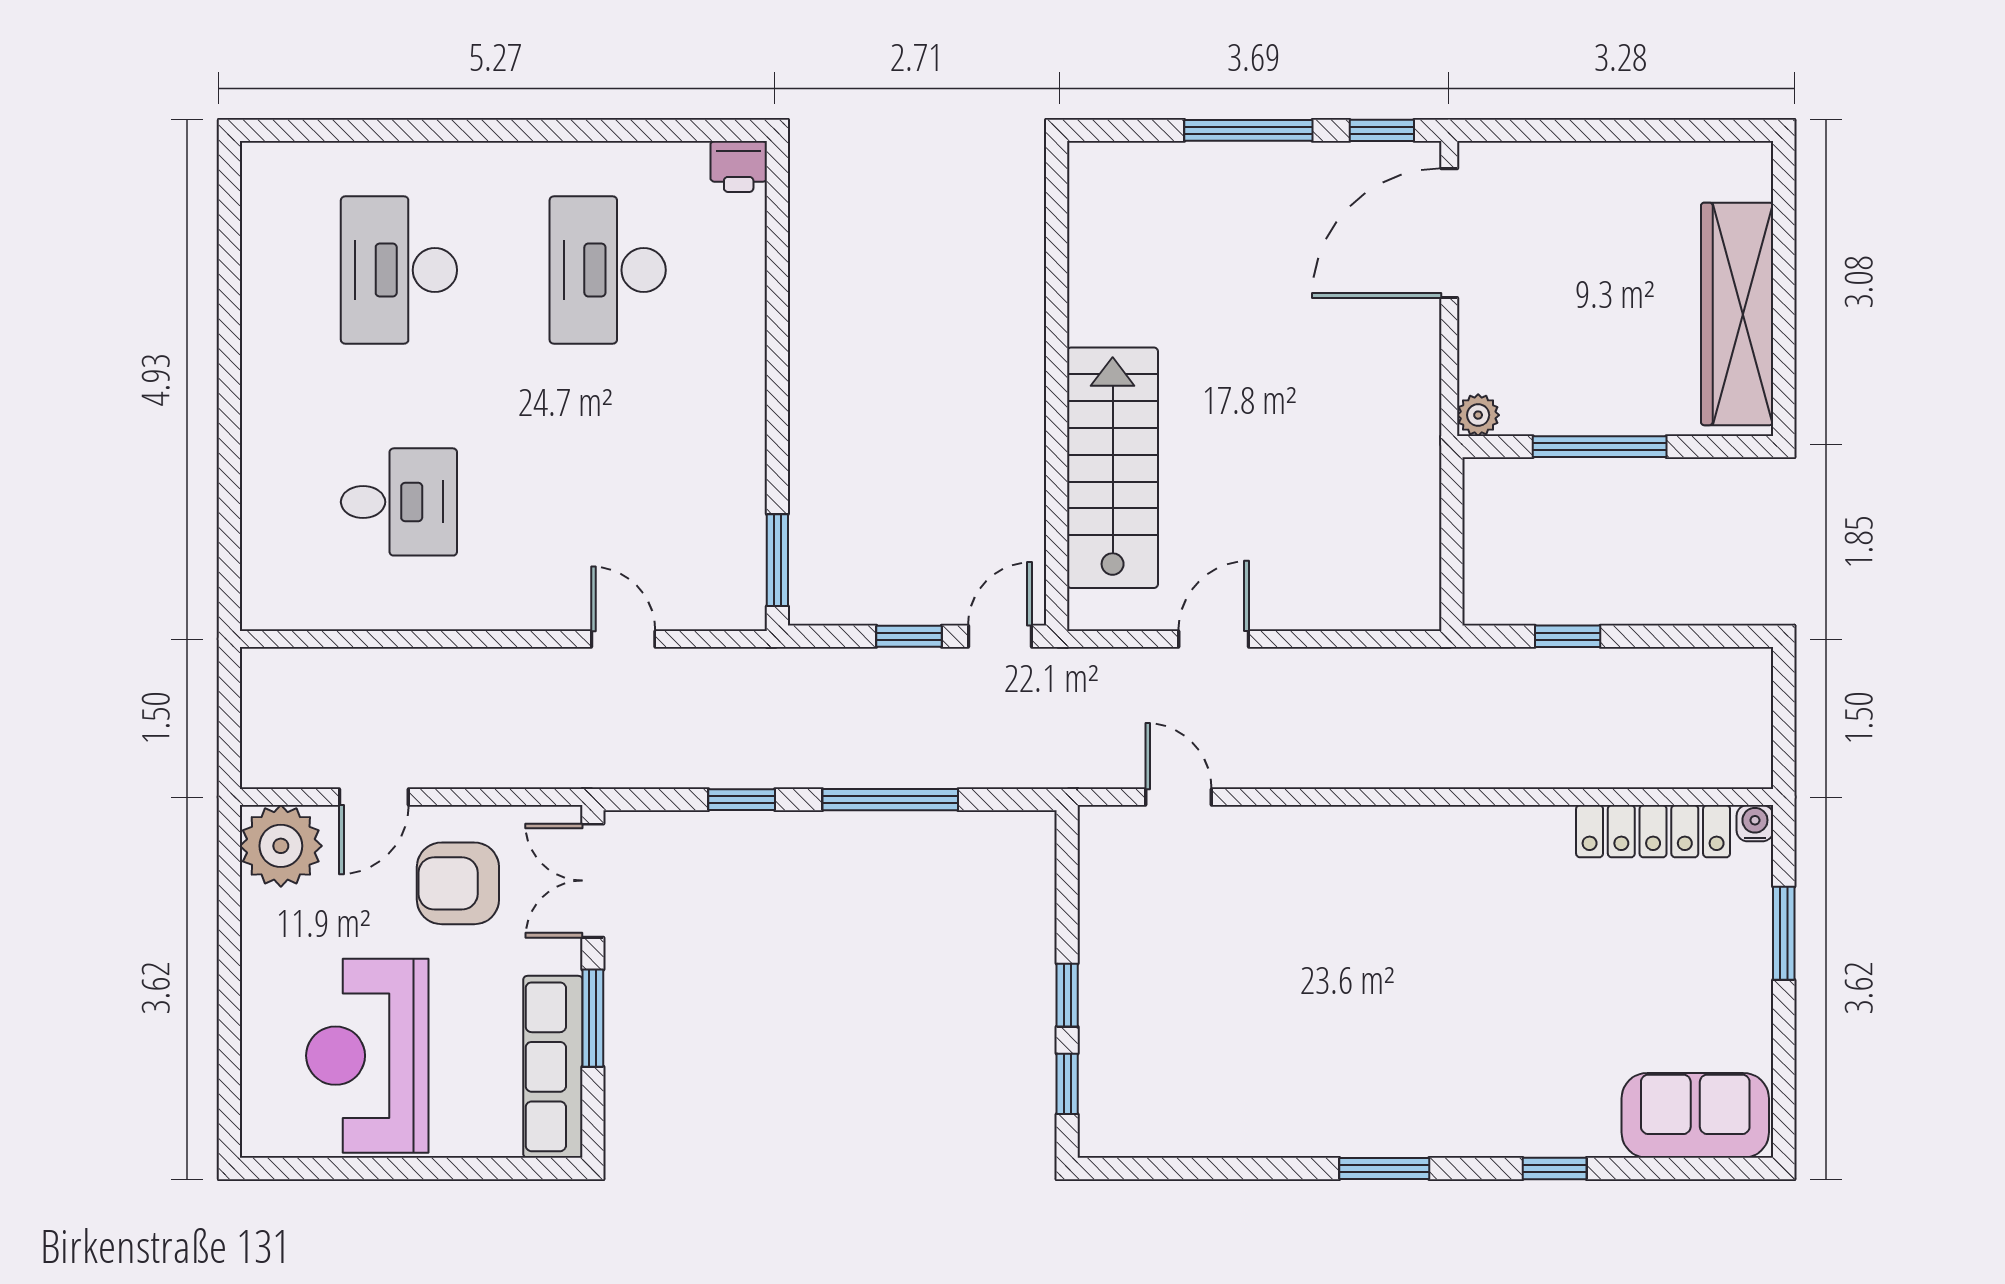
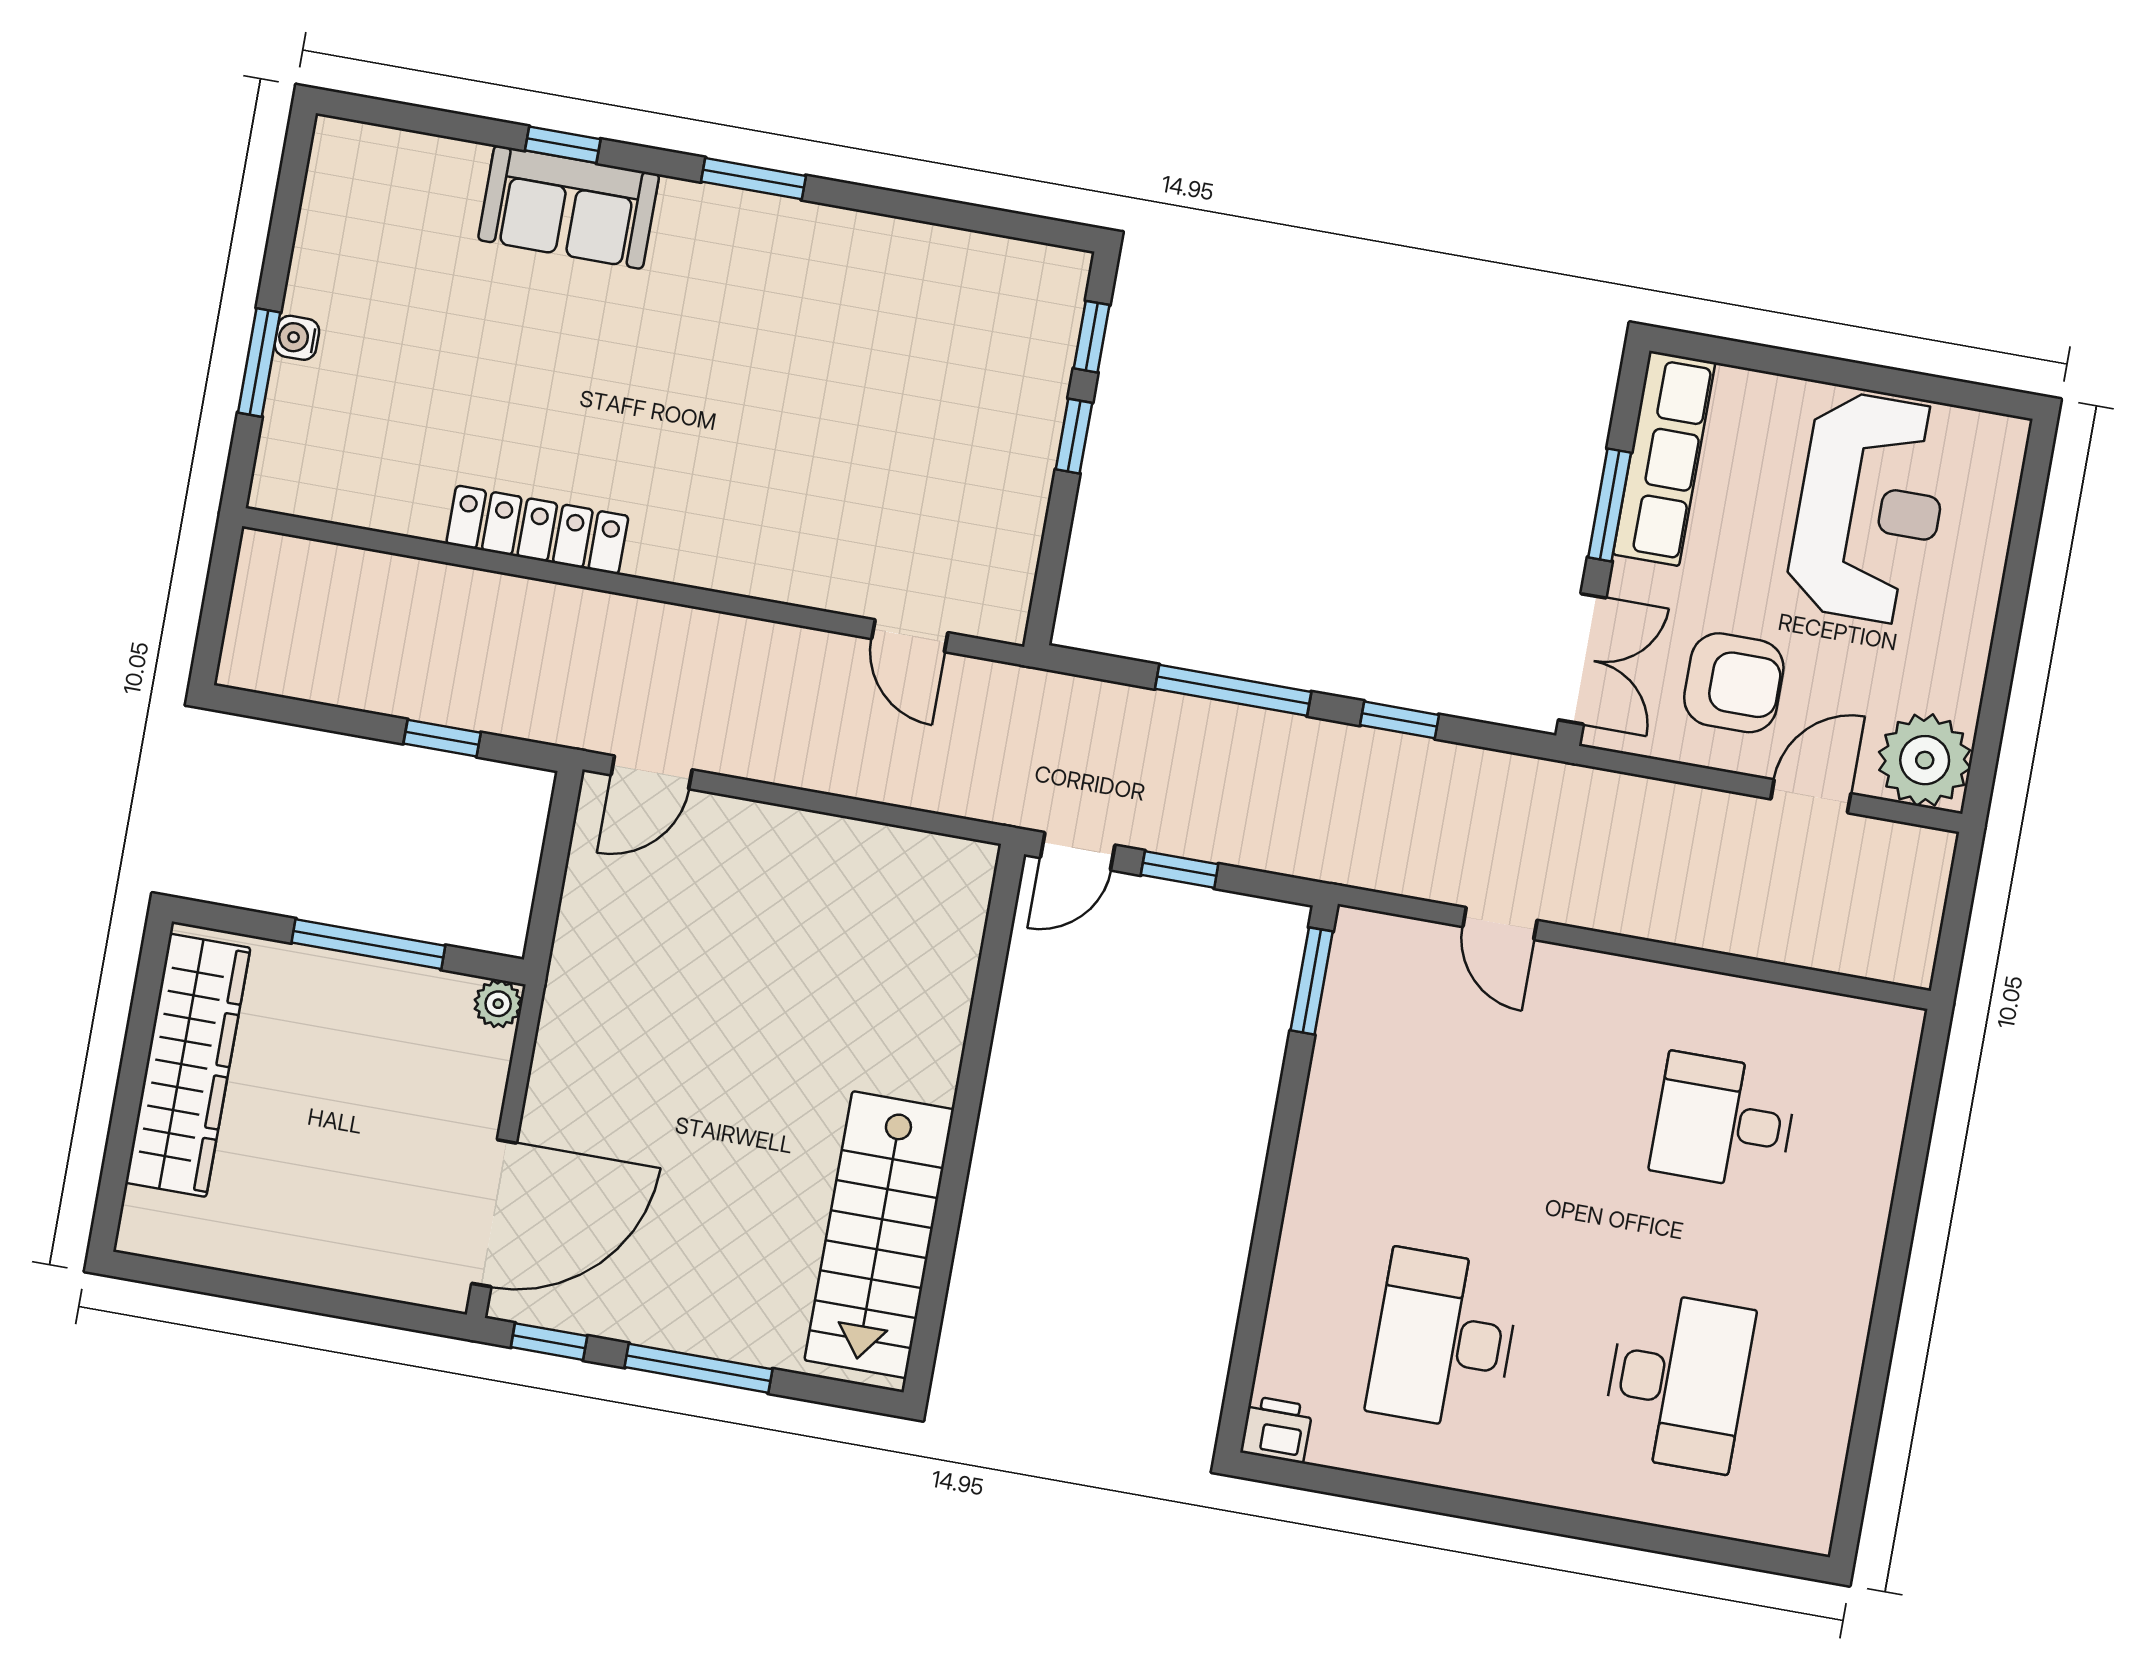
desk: (608, 270) -> (1444, 1340), turned 180
stairs: (1113, 468) -> (879, 1235), moved
door: (1214, 639) -> (652, 772), moved
water cooler: (1755, 823) -> (297, 338), moved, turned 90
locker: (1653, 831) -> (537, 530), moved
sofa: (1695, 1115) -> (569, 207), moved

